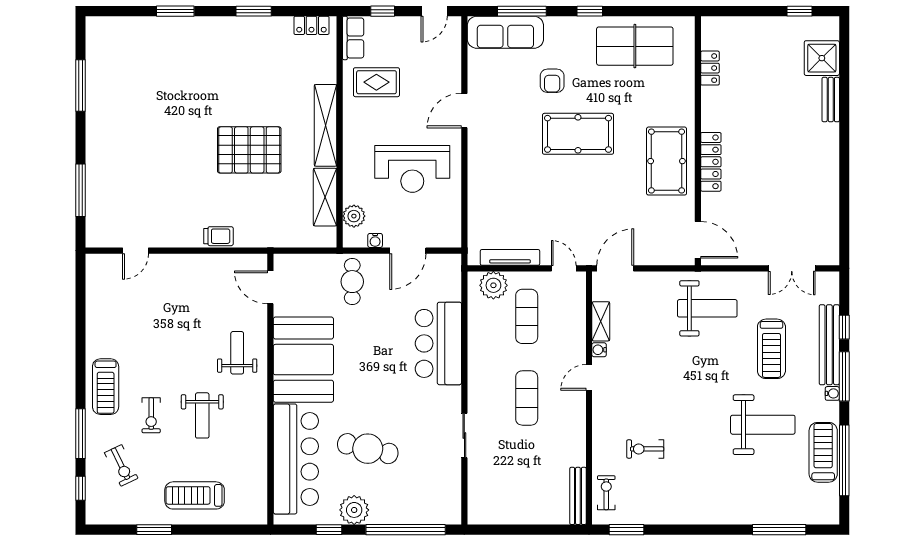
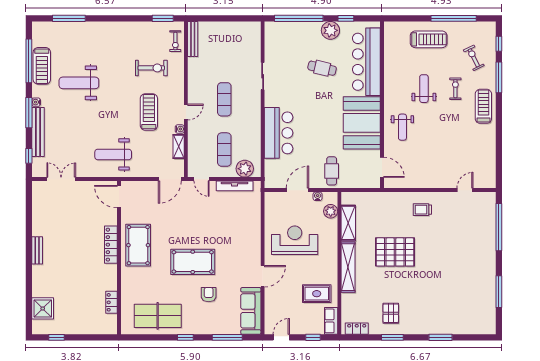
sofa: (505, 32) -> (251, 311), moved, turned -90
pallet: (256, 50) -> (391, 313), added
bench: (831, 100) -> (37, 250), moved
window: (80, 190) -> (499, 227), width x1.46
trolley: (219, 236) -> (422, 210), moved
window: (844, 327) -> (29, 156), moved
treadmill: (771, 349) -> (149, 112), moved
cafe table: (368, 449) -> (322, 68), width x0.73, depth x0.74
exercise bike: (645, 449) -> (151, 68), width x1.38, depth x1.39
window: (154, 530) -> (454, 18), width x2.11

